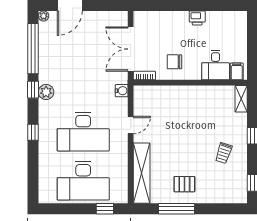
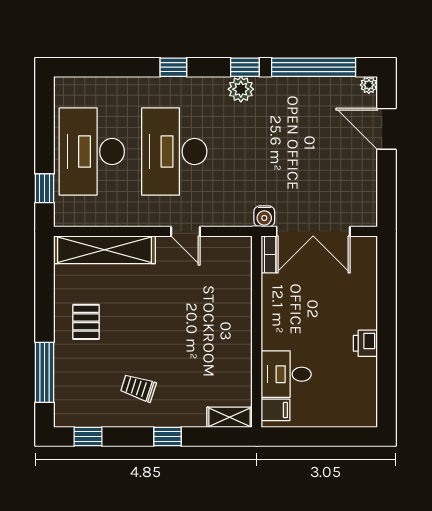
double door: (131, 49) -> (313, 231), swing flipped
chair: (174, 62) -> (292, 305), removed
water cooler: (122, 91) -> (264, 216), moved
window: (176, 209) -> (45, 372), moved

